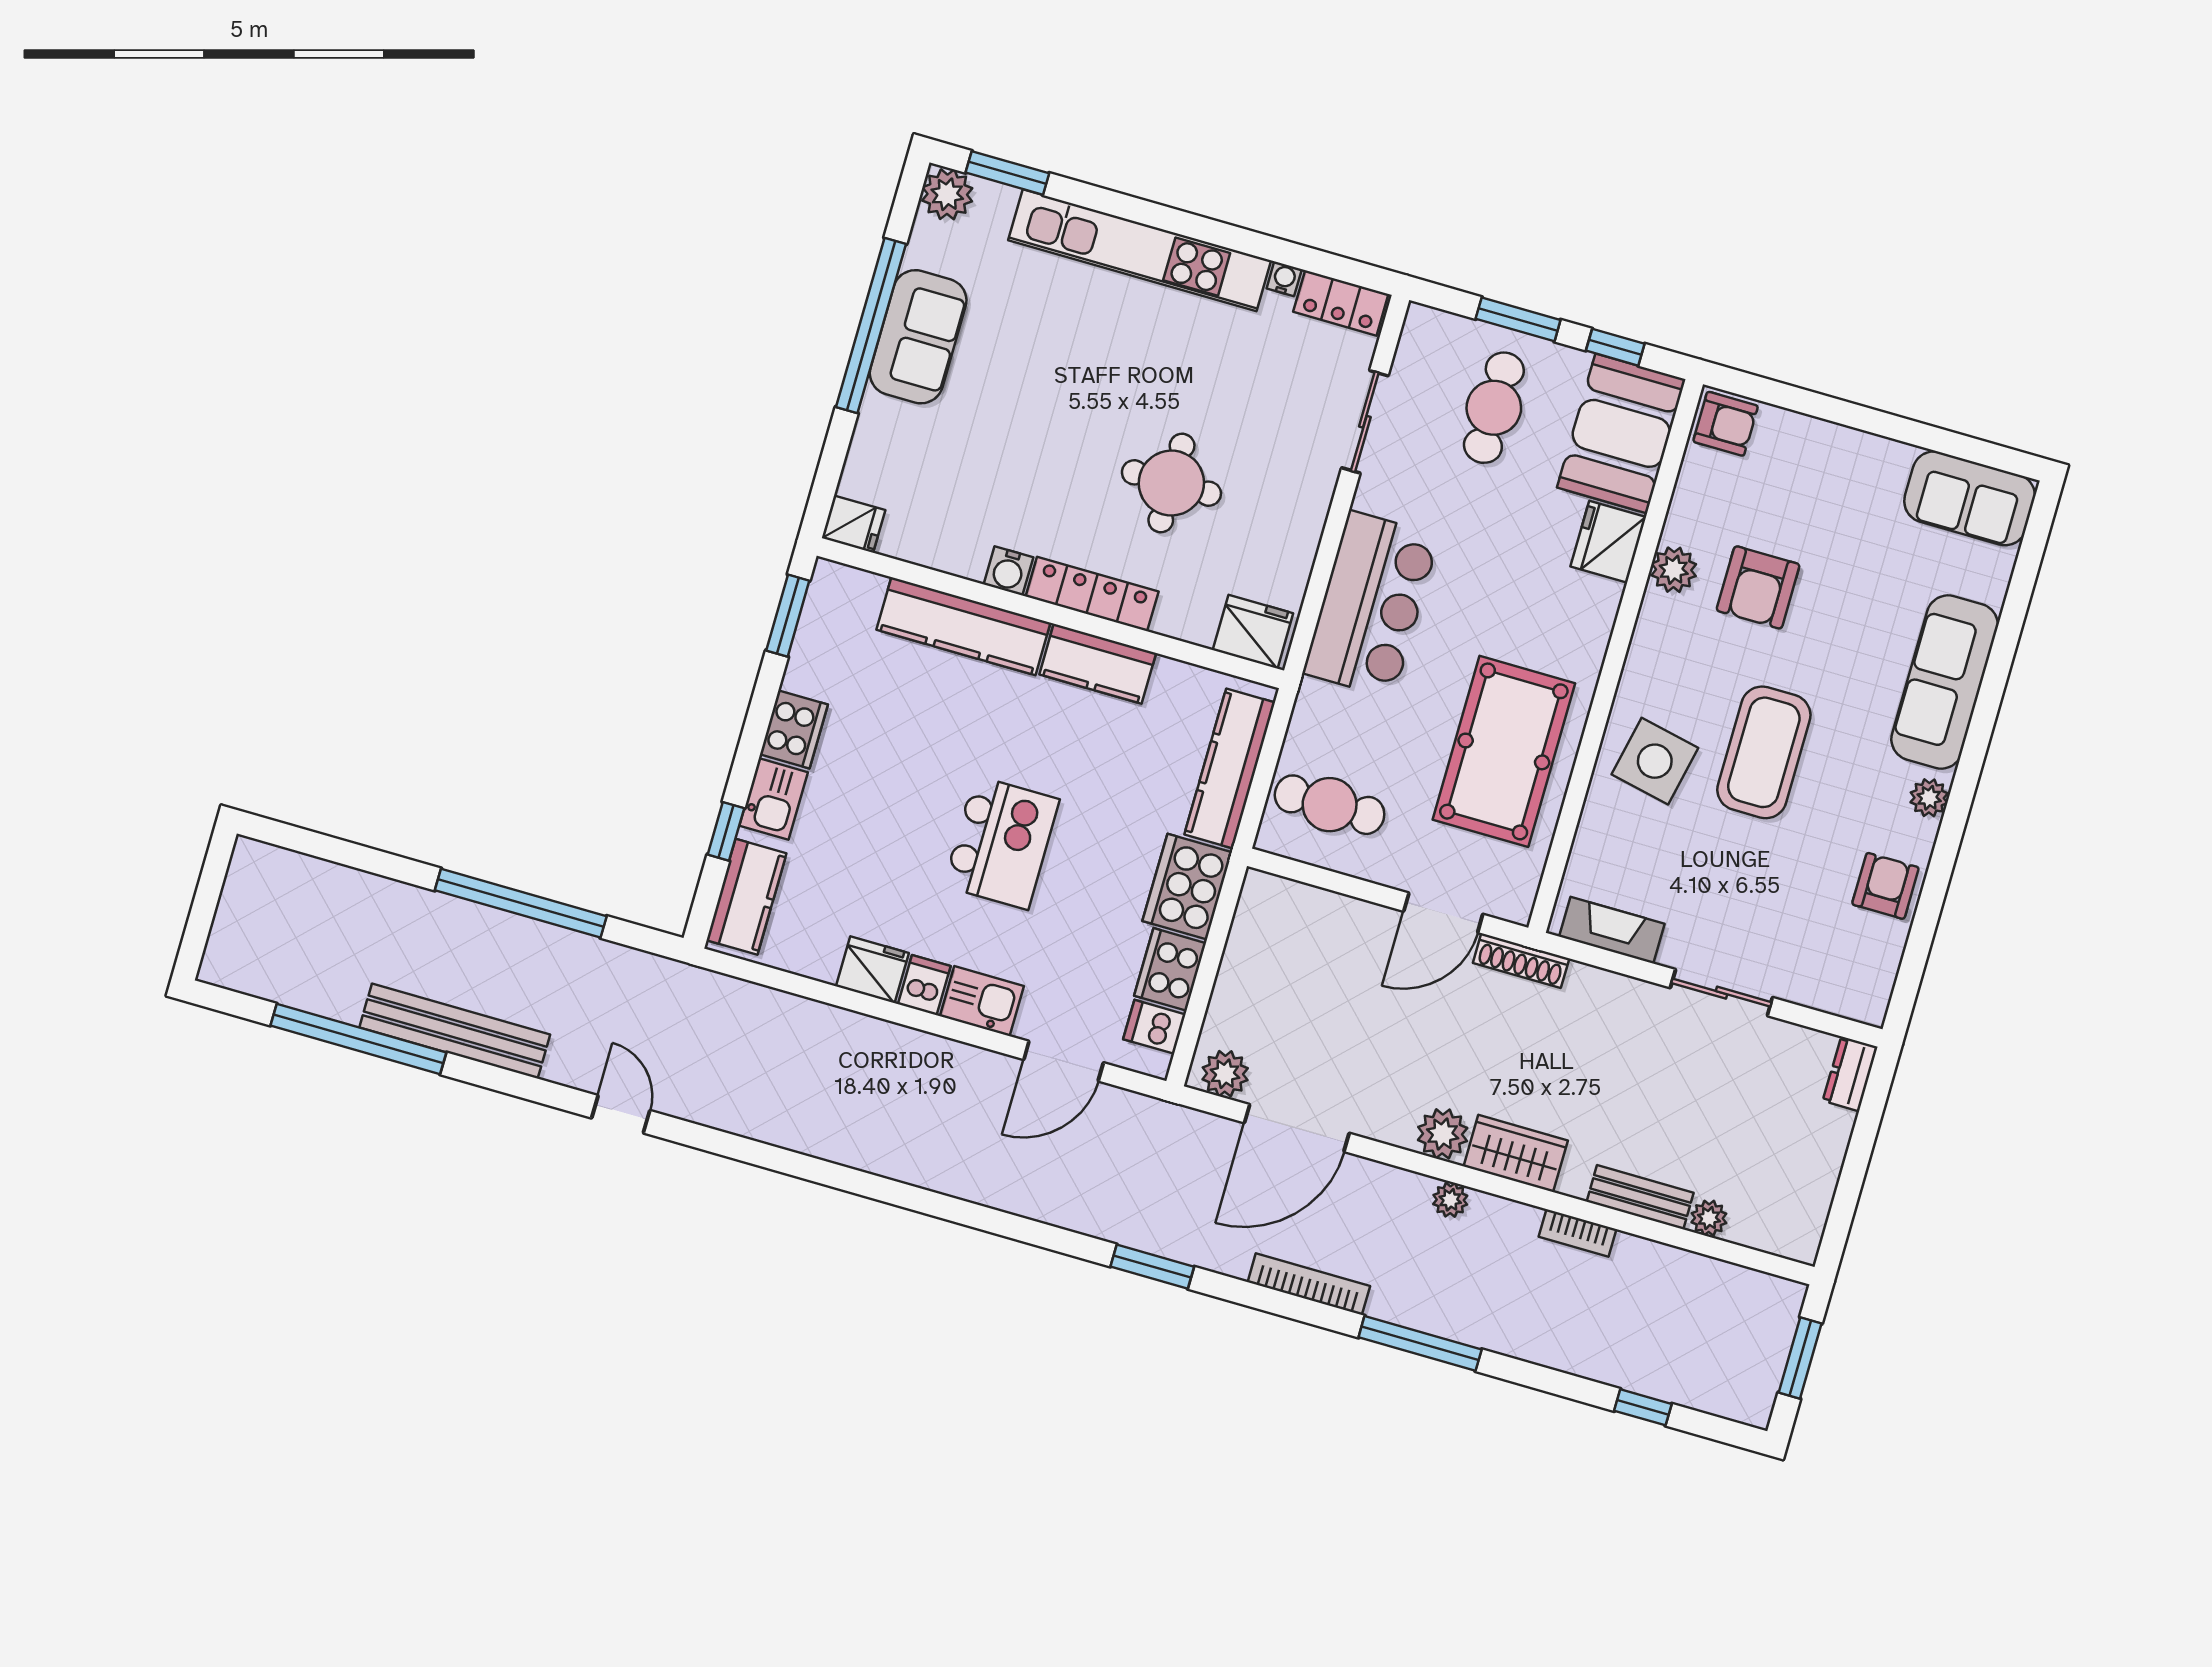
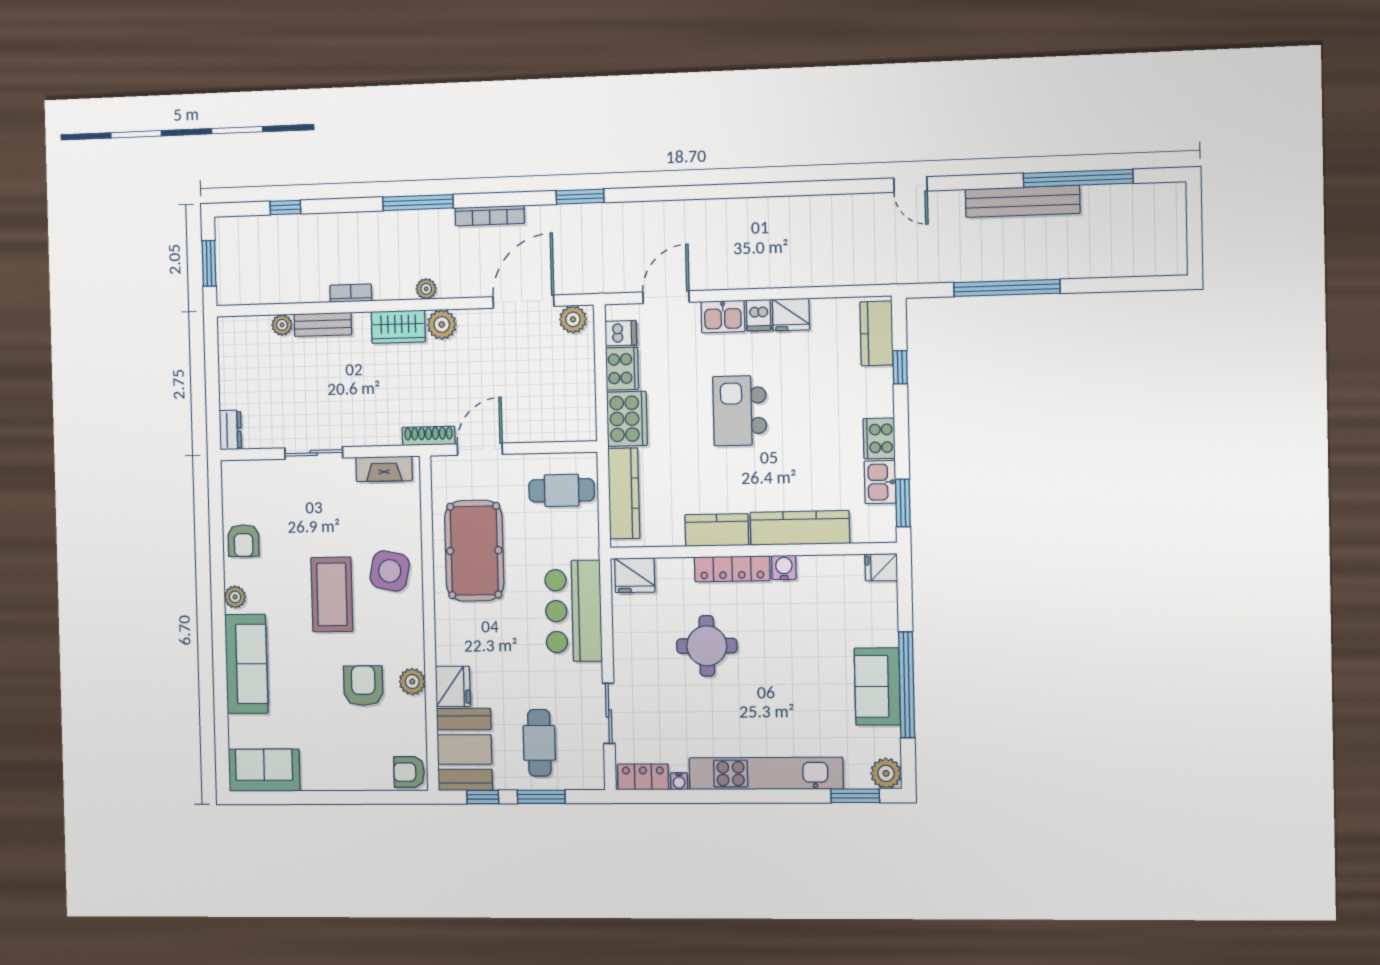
kitchen sink: (774, 799) -> (880, 482), moved

